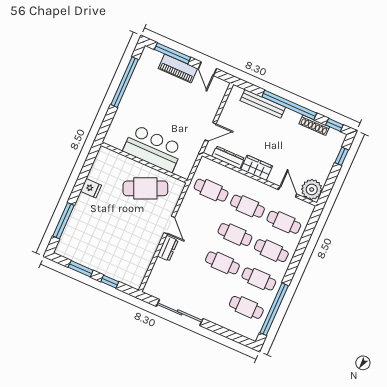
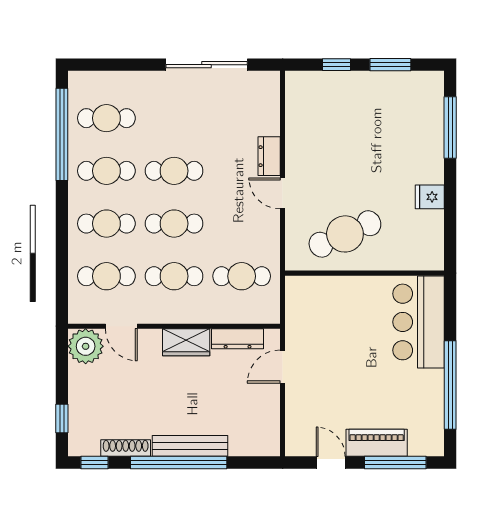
bench: (263, 104) -> (190, 446), moved
bar counter: (153, 148) -> (419, 322), moved, turned 90

